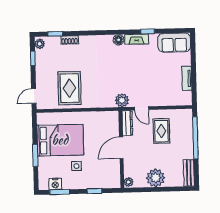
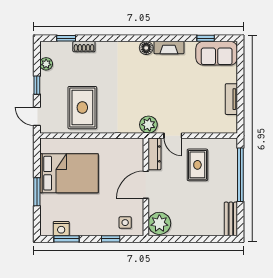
window: (148, 31) -> (206, 38), moved
plant: (40, 44) -> (46, 64), moved
window: (33, 58) -> (37, 85), moved
door: (34, 96) -> (37, 116), hinge flipped
side table: (76, 166) -> (125, 223), moved
plant: (156, 178) -> (189, 224), removed
plant: (129, 182) -> (159, 223), width x1.88, depth x1.88

